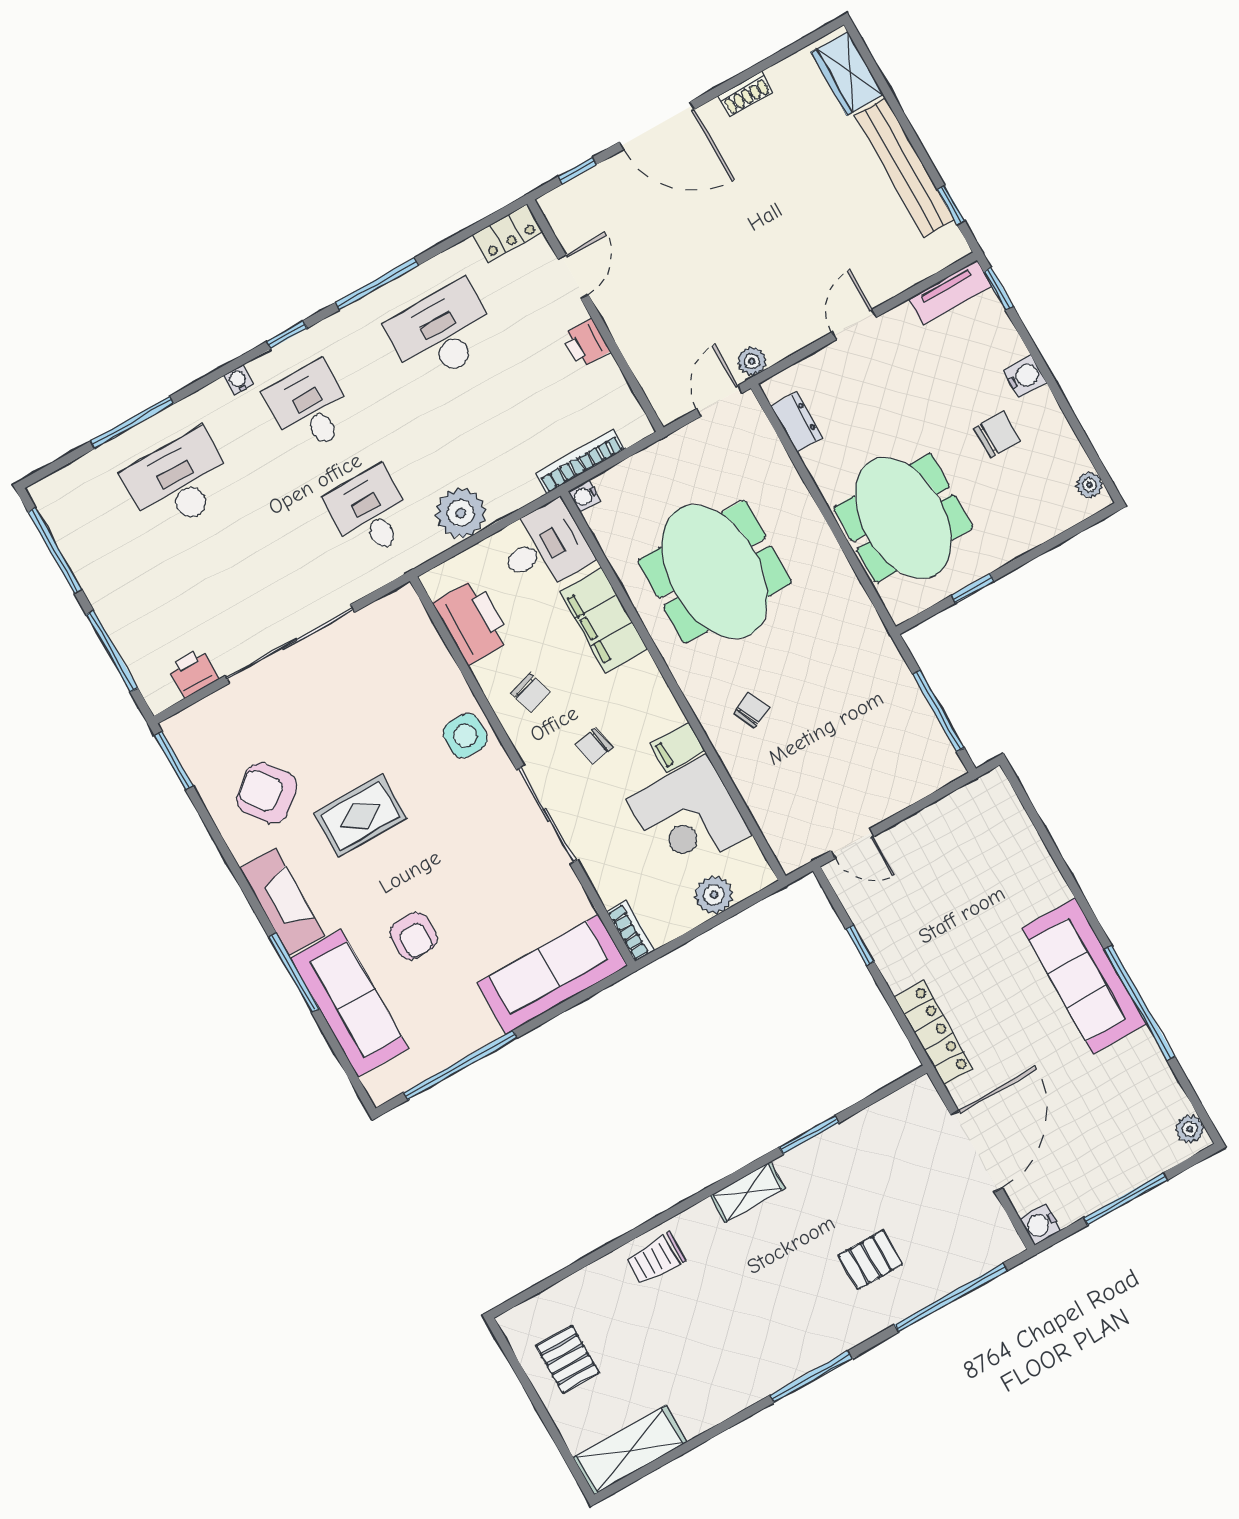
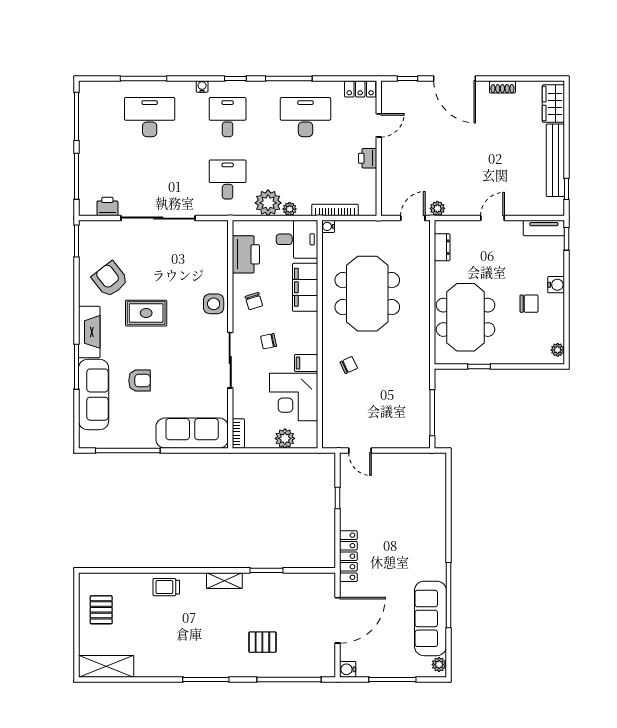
plant: (503, 503) -> (290, 209), added
armchair: (413, 936) -> (140, 381), turned -90
sofa: (1084, 976) -> (430, 618), moved

